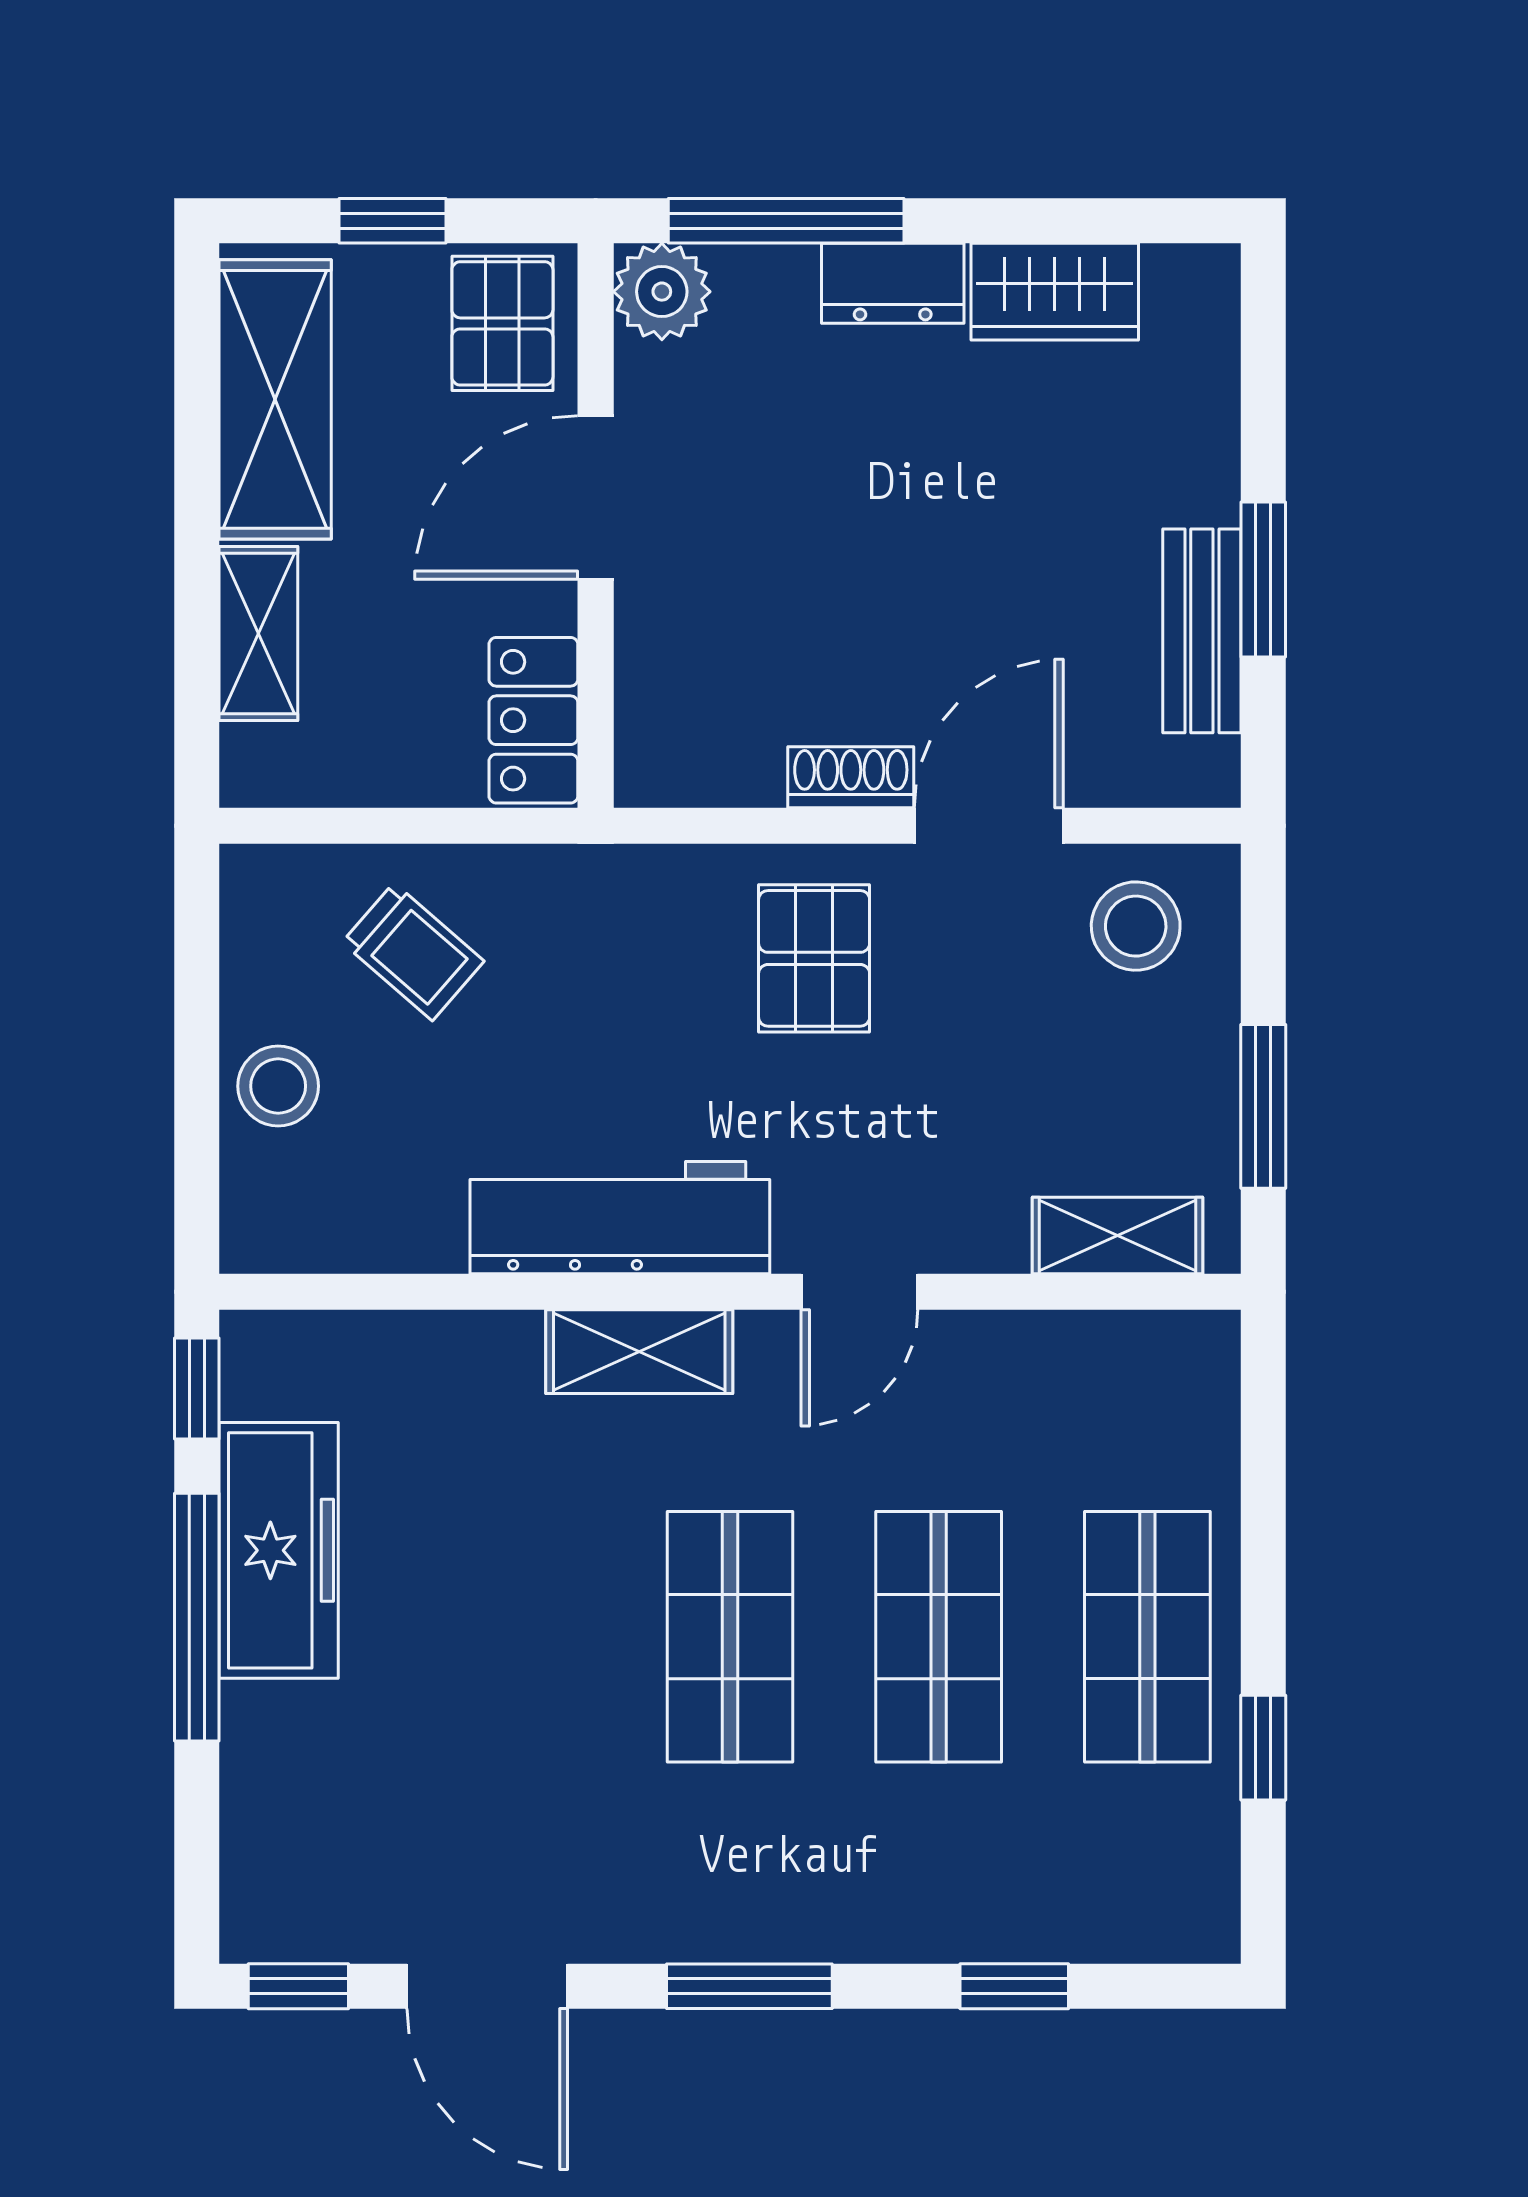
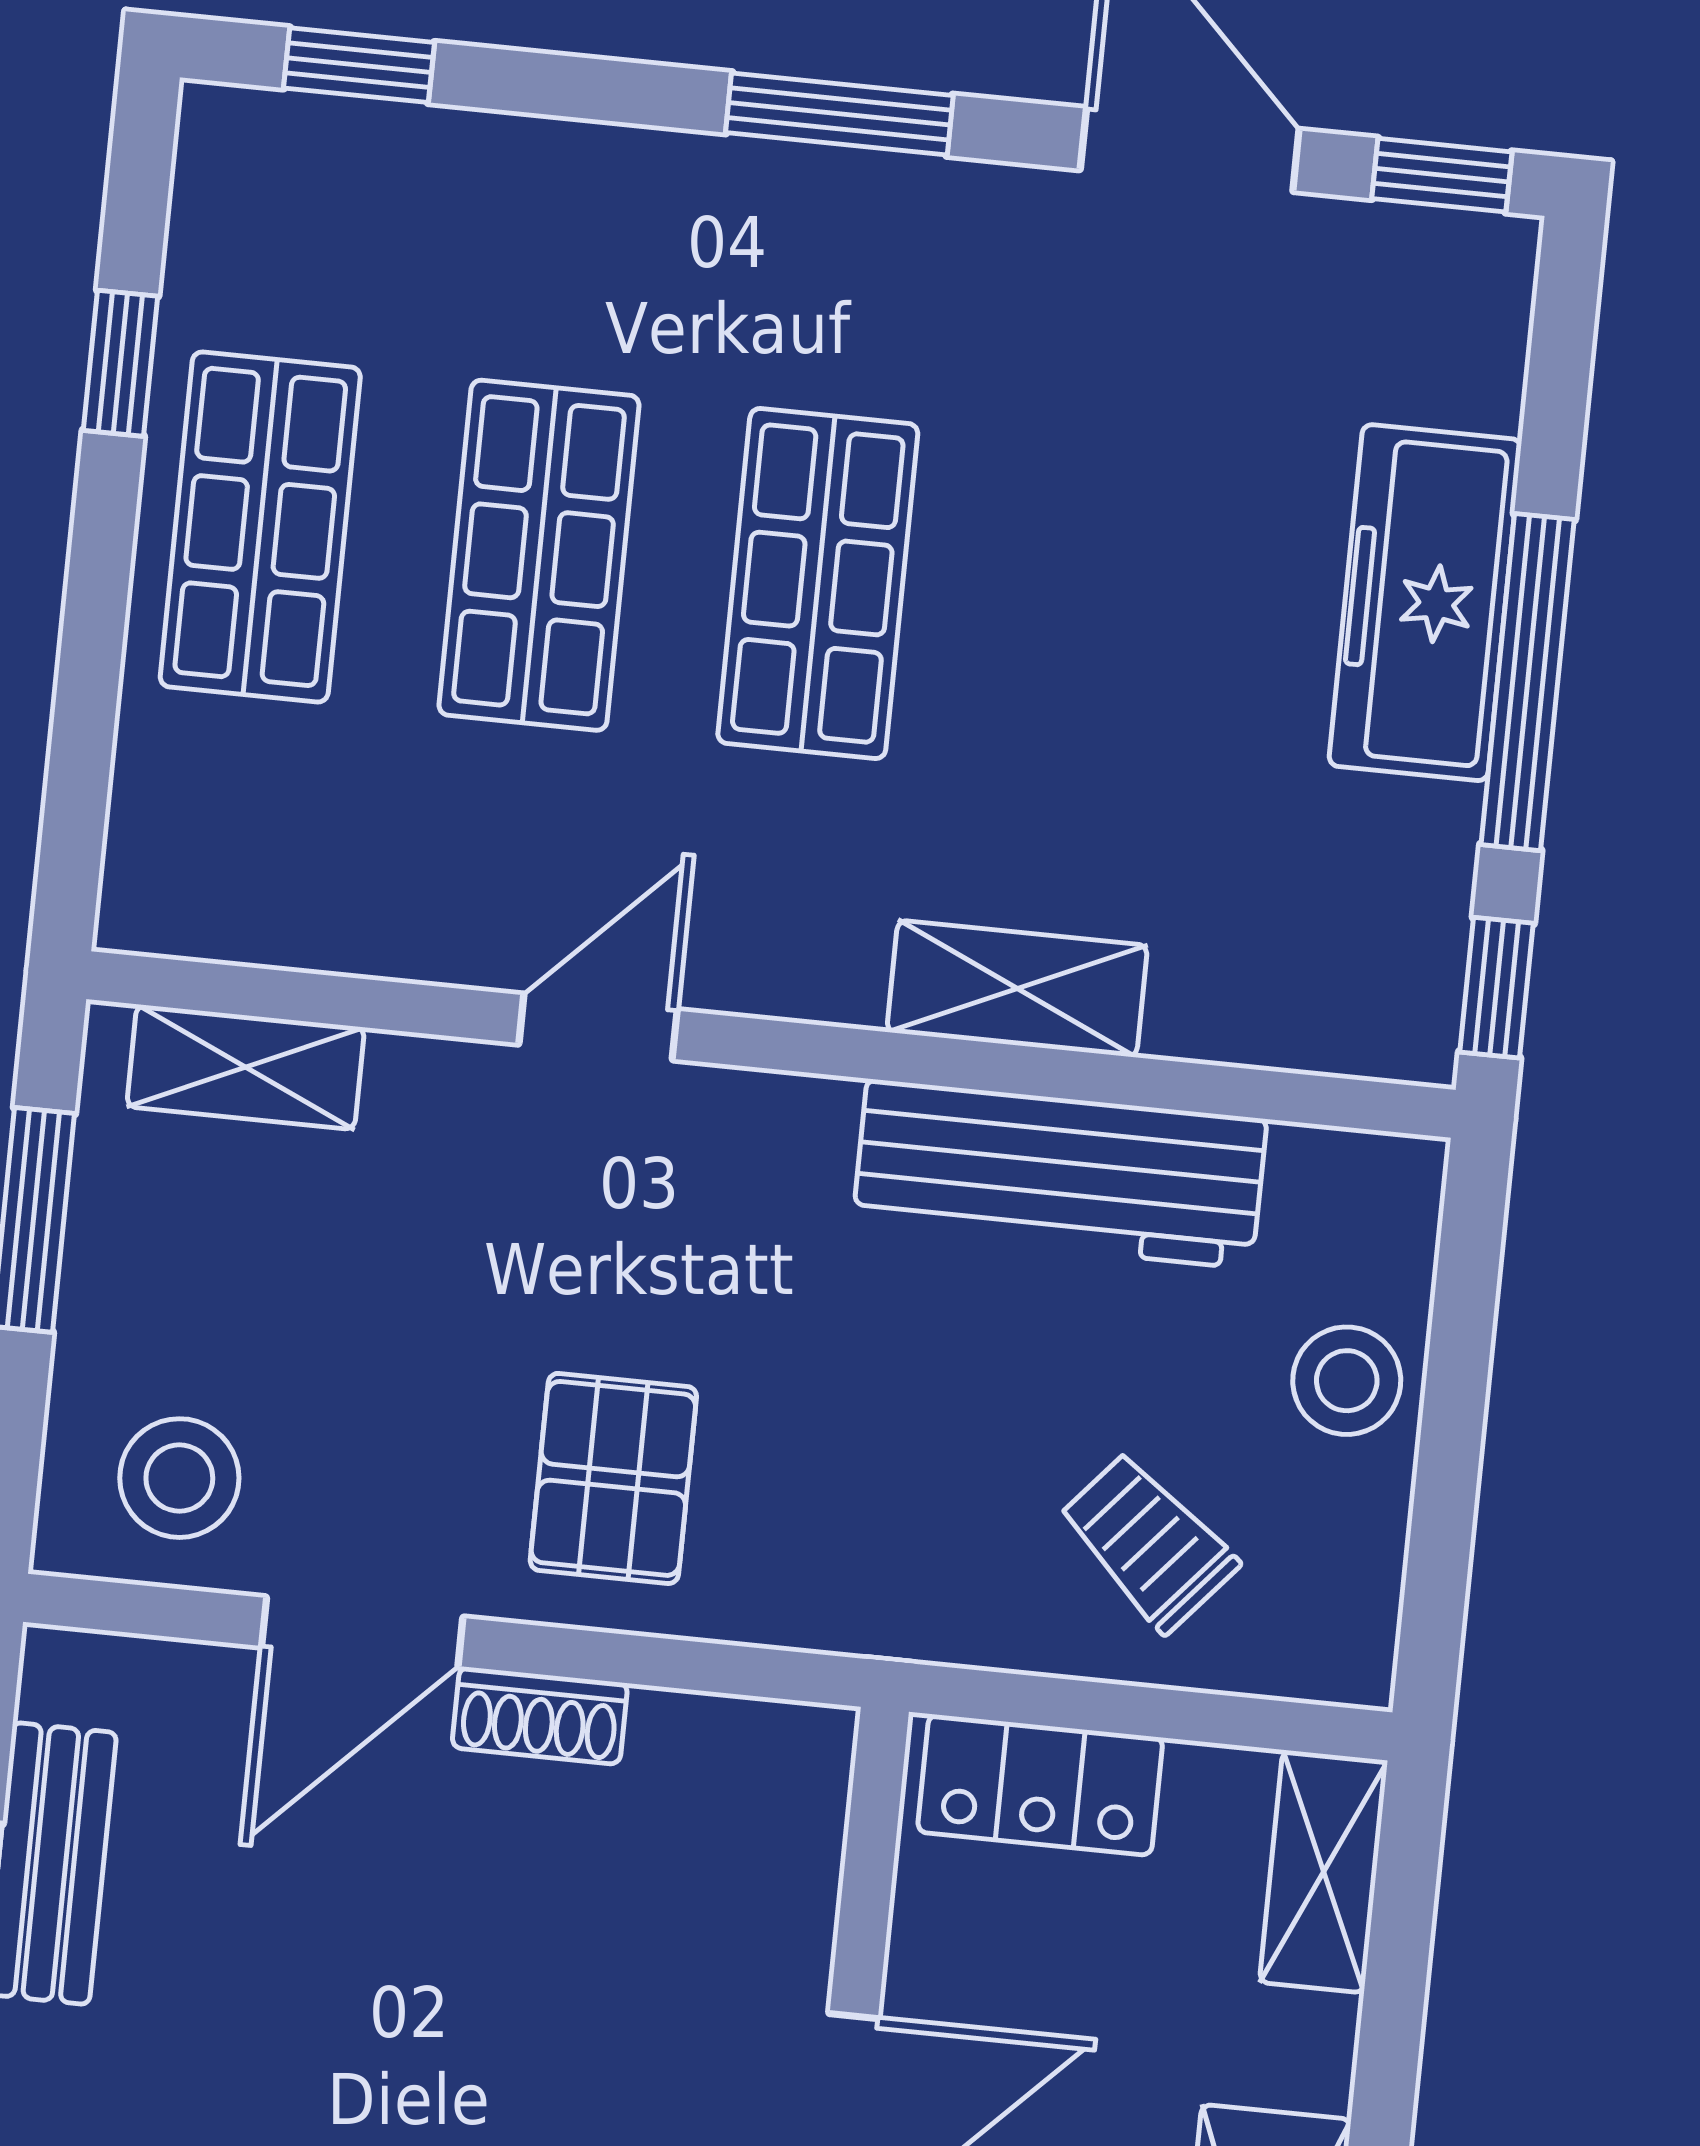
shelving: (258, 634) -> (1324, 1871), moved
locker: (533, 720) -> (1040, 1785), moved, turned 90
workbench: (620, 1218) -> (1059, 1174), moved
shelving: (639, 1352) -> (1017, 989), moved
freezer: (279, 1550) -> (1425, 603), moved
window: (1014, 1986) -> (359, 65), moved

